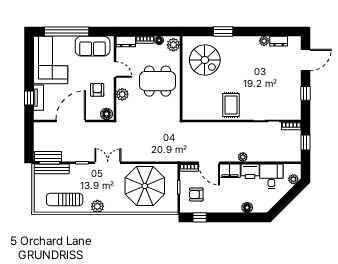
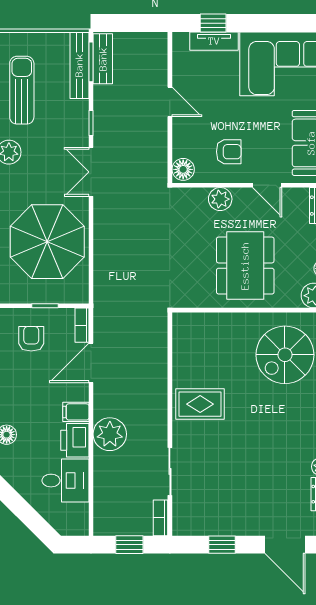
door: (115, 69) -> (267, 185), hinge flipped
door: (71, 121) -> (170, 102), width x0.53
plant: (243, 157) -> (110, 434), width x1.87, depth x1.87
double door: (108, 163) -> (91, 172), swing flipped
filing cabinet: (230, 171) -> (76, 412), width x0.50
plant: (293, 179) -> (60, 522), removed

